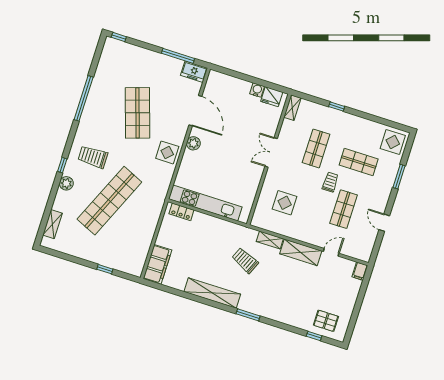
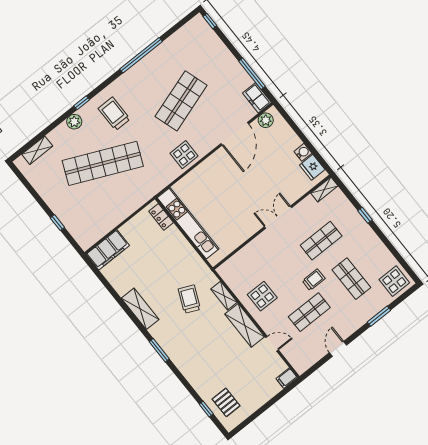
plant: (193, 143) -> (266, 120), moved
display table: (285, 203) -> (262, 296), moved
shelving: (212, 293) -> (140, 309), width x0.68

